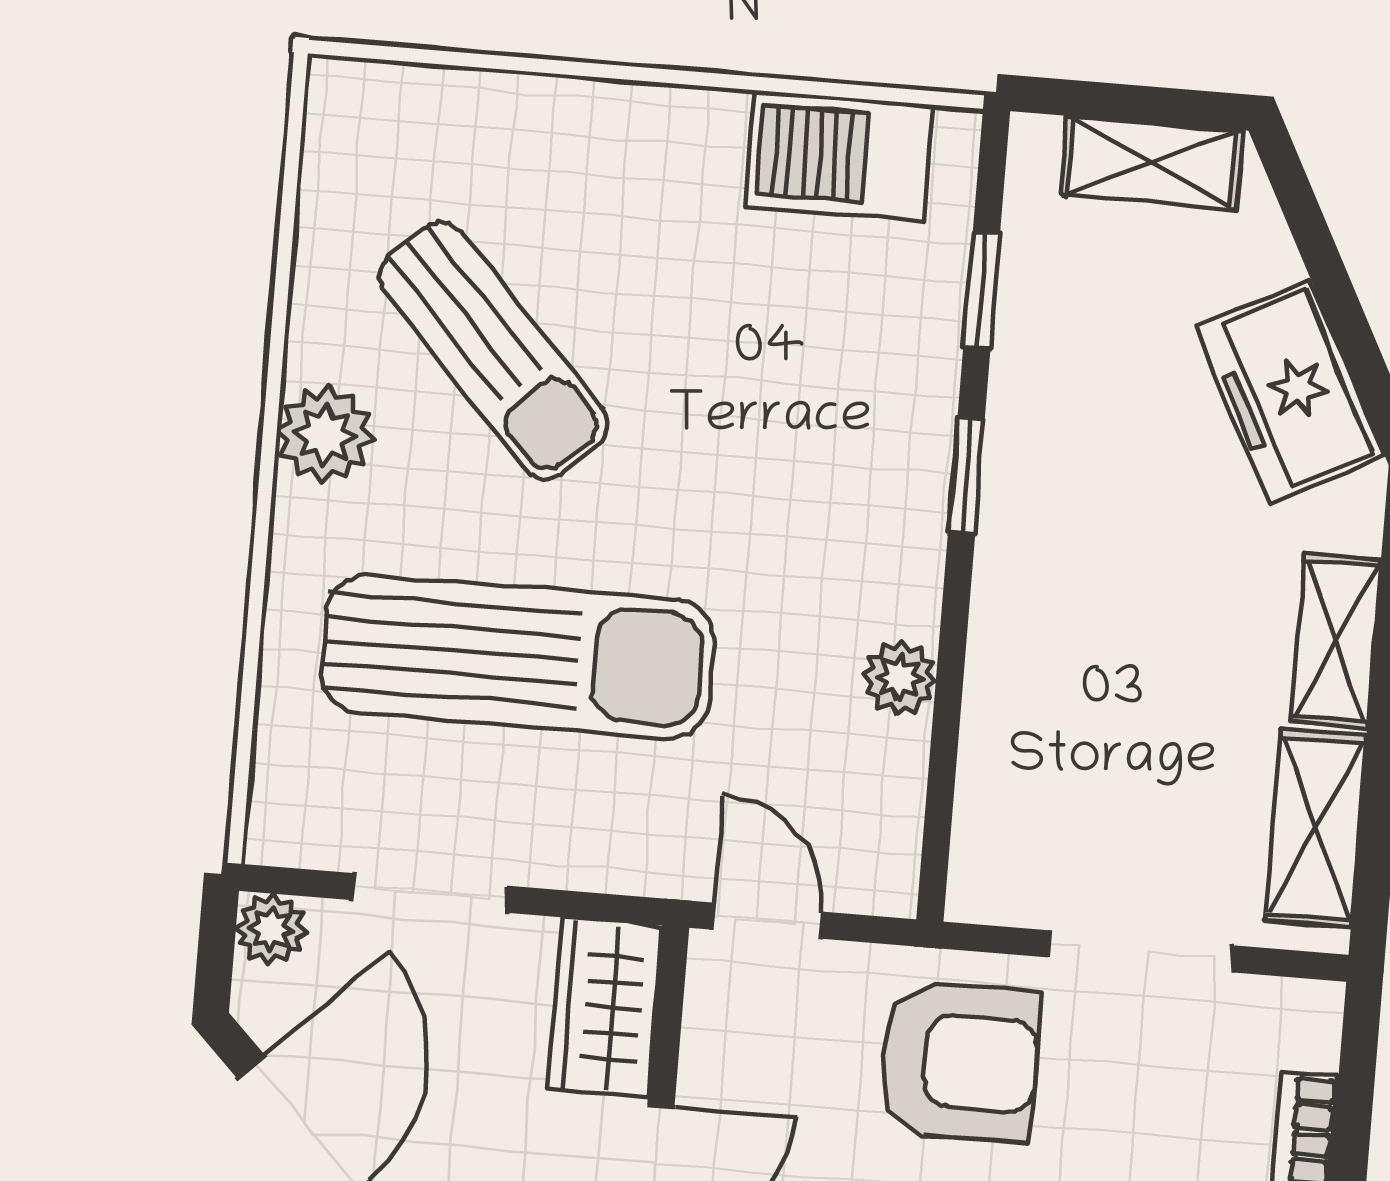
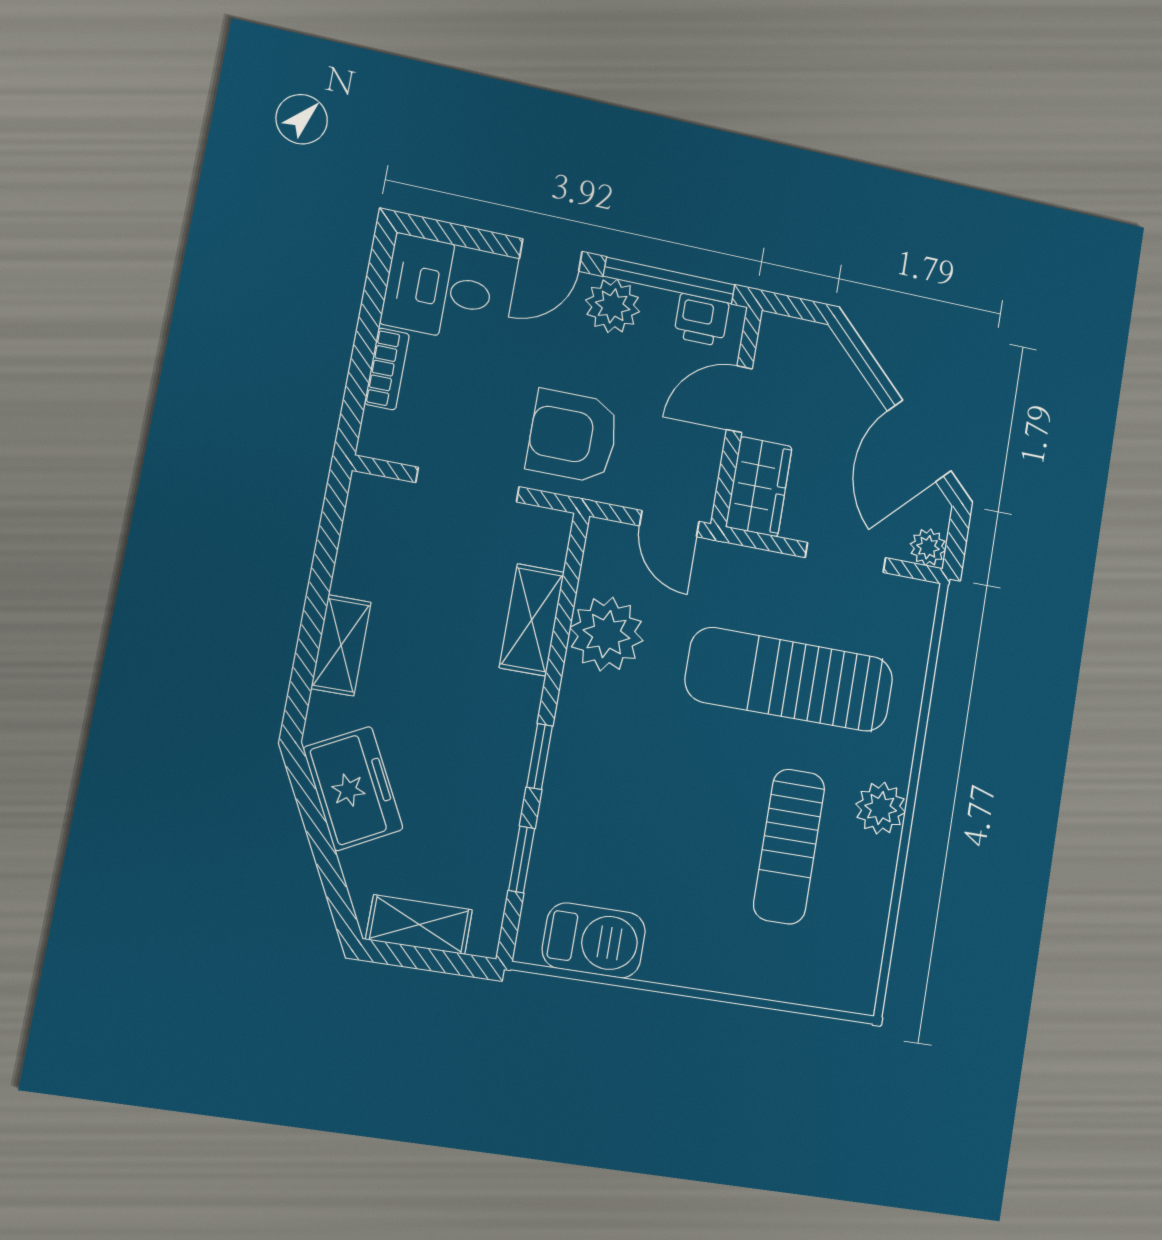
sun lounger: (493, 351) -> (789, 846), turned -137
plant: (900, 678) -> (607, 634), width x1.87, depth x1.87
shelving: (1316, 828) -> (532, 620), moved

